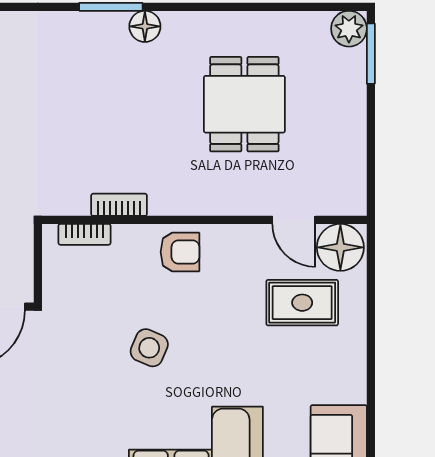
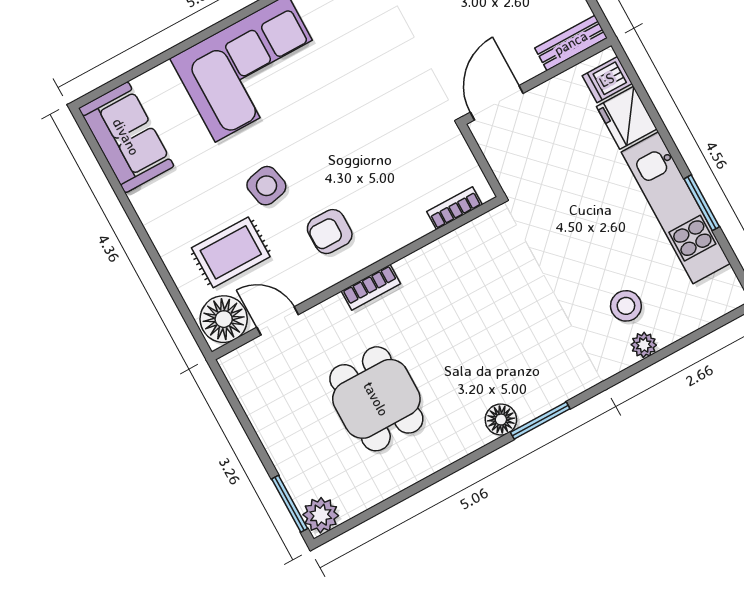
bookcase: (119, 205) -> (371, 287), moved
armchair: (180, 252) -> (330, 232), moved
side table: (149, 348) -> (266, 186), moved, turned -35

